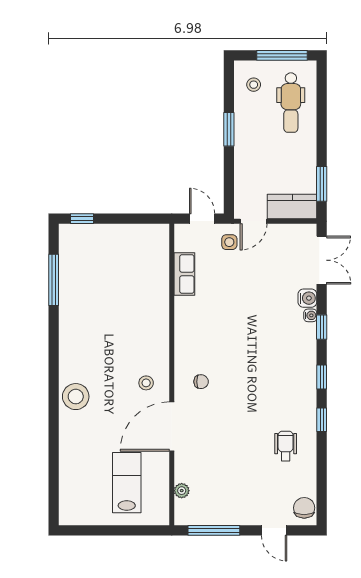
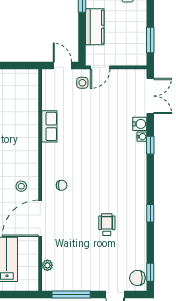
kitchen counter: (292, 206) -> (95, 27), moved, turned 90
row of seats: (184, 274) -> (49, 126), moved
window: (322, 377) -> (150, 272), moved
wheelchair: (286, 446) -> (107, 225), moved
chair: (304, 508) -> (137, 278), turned -90

